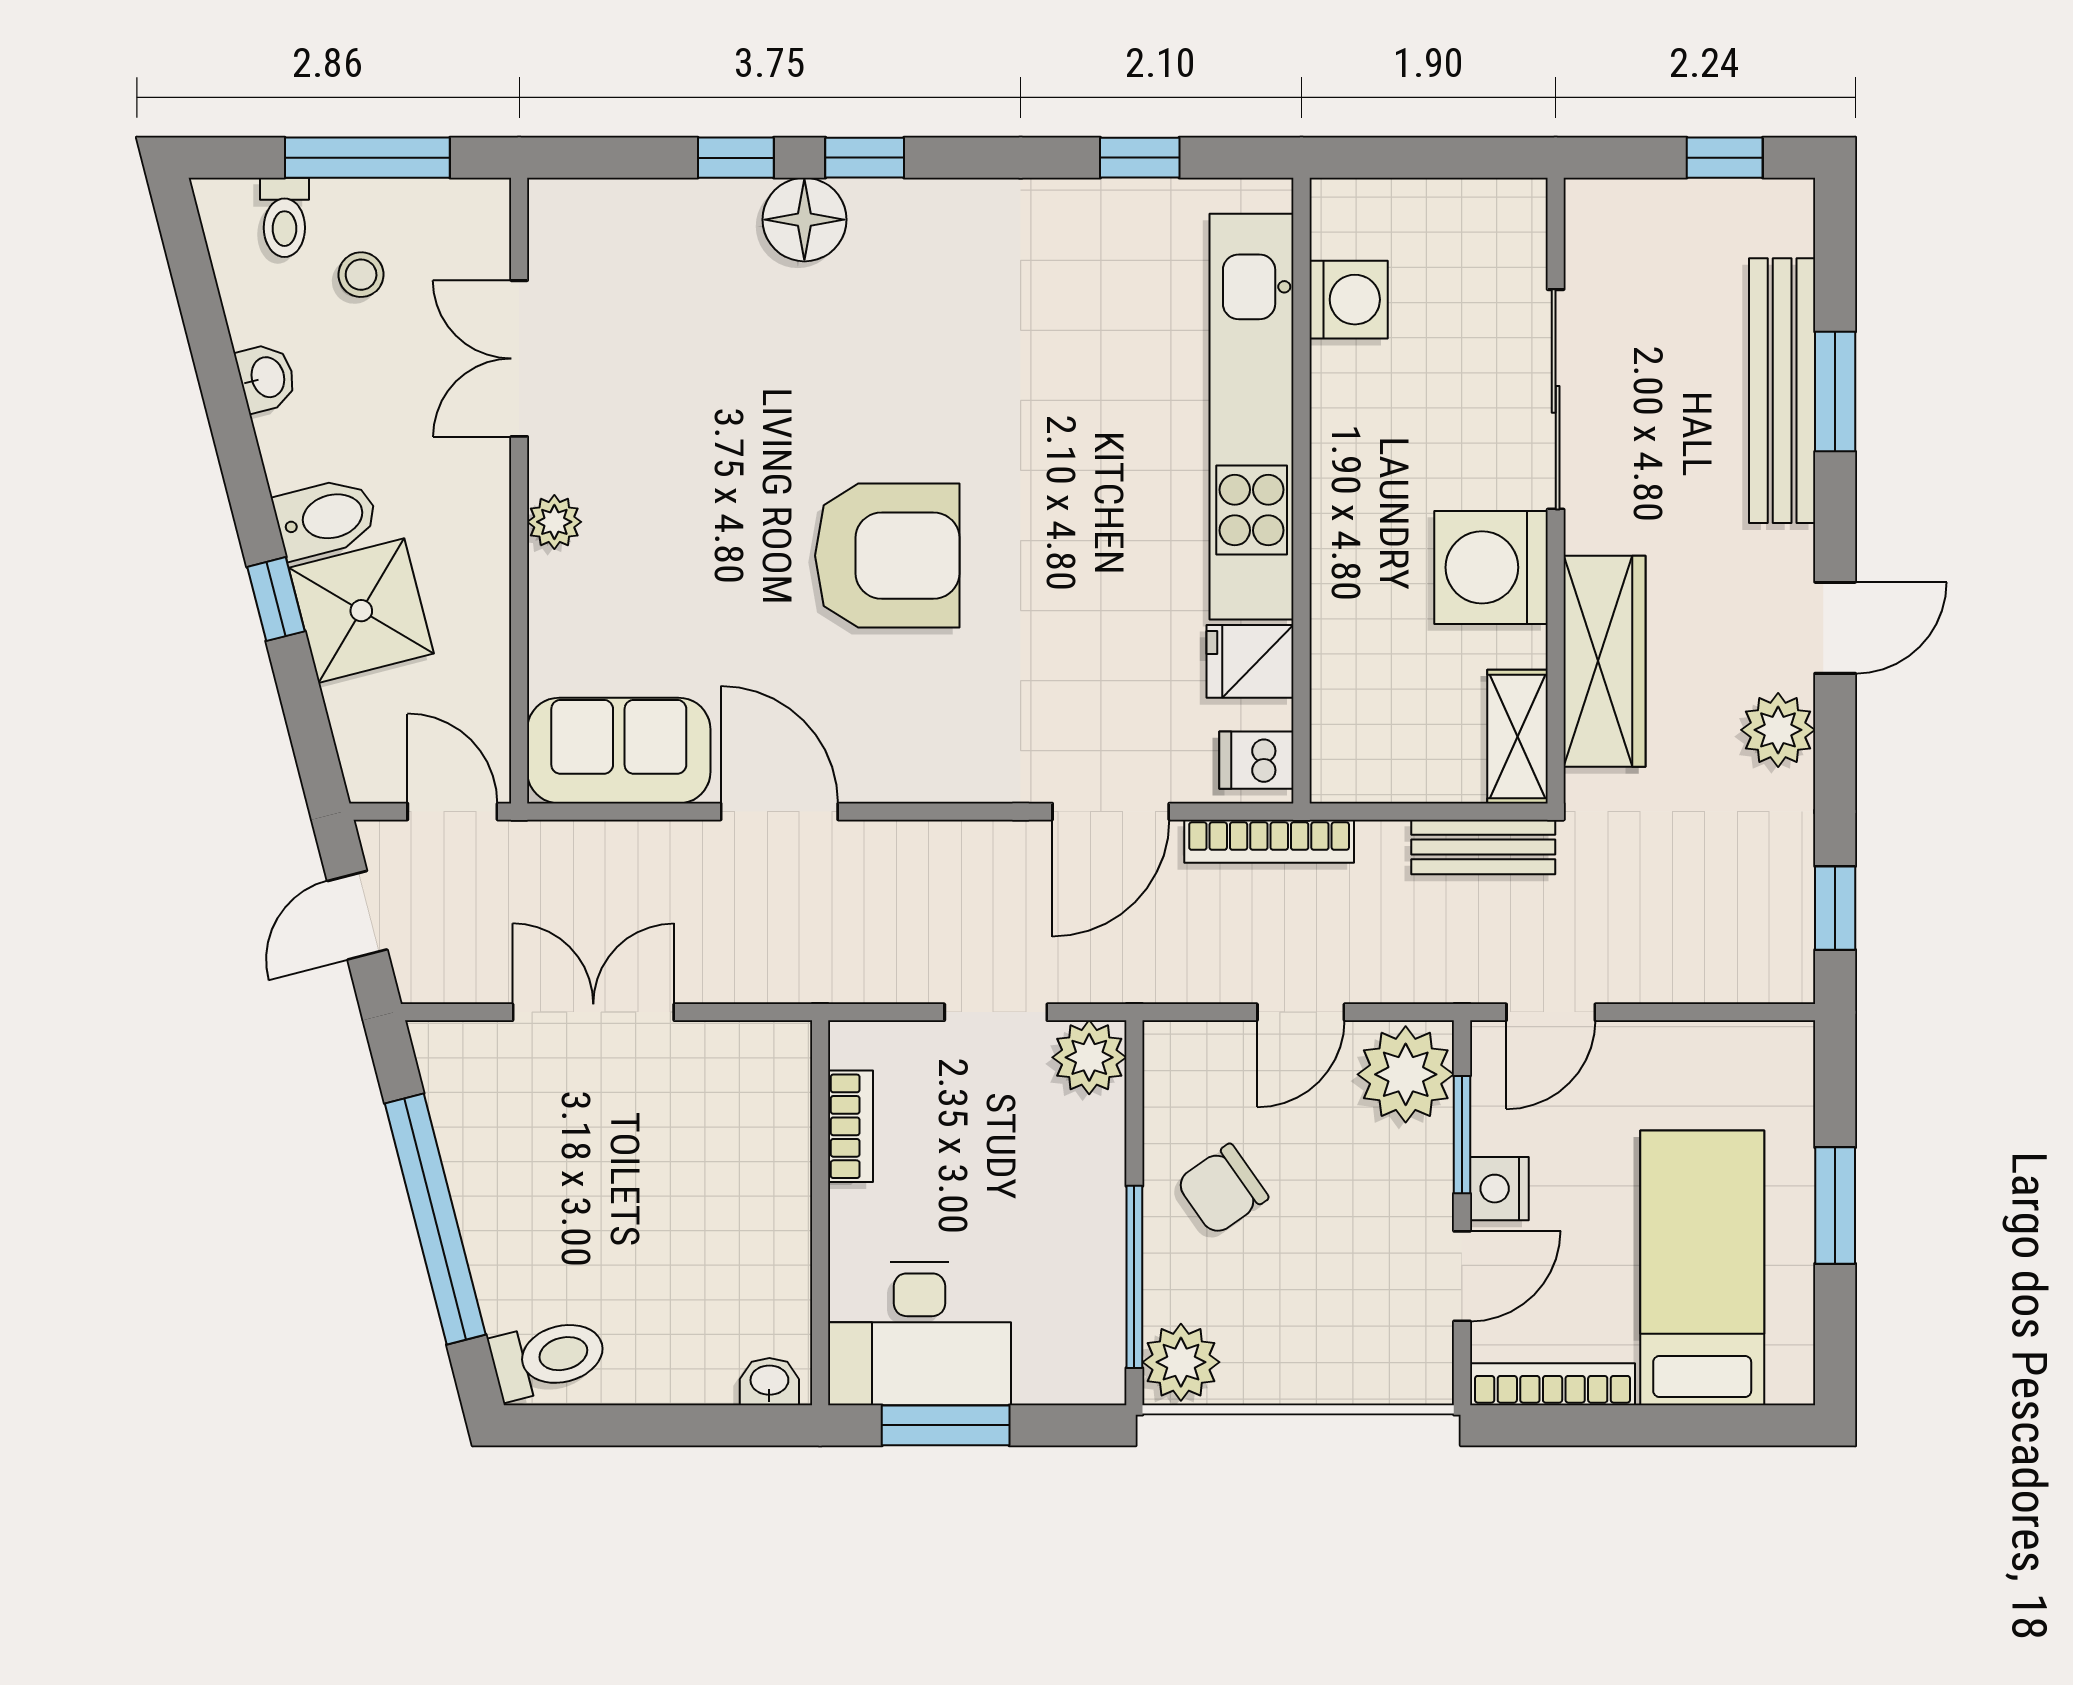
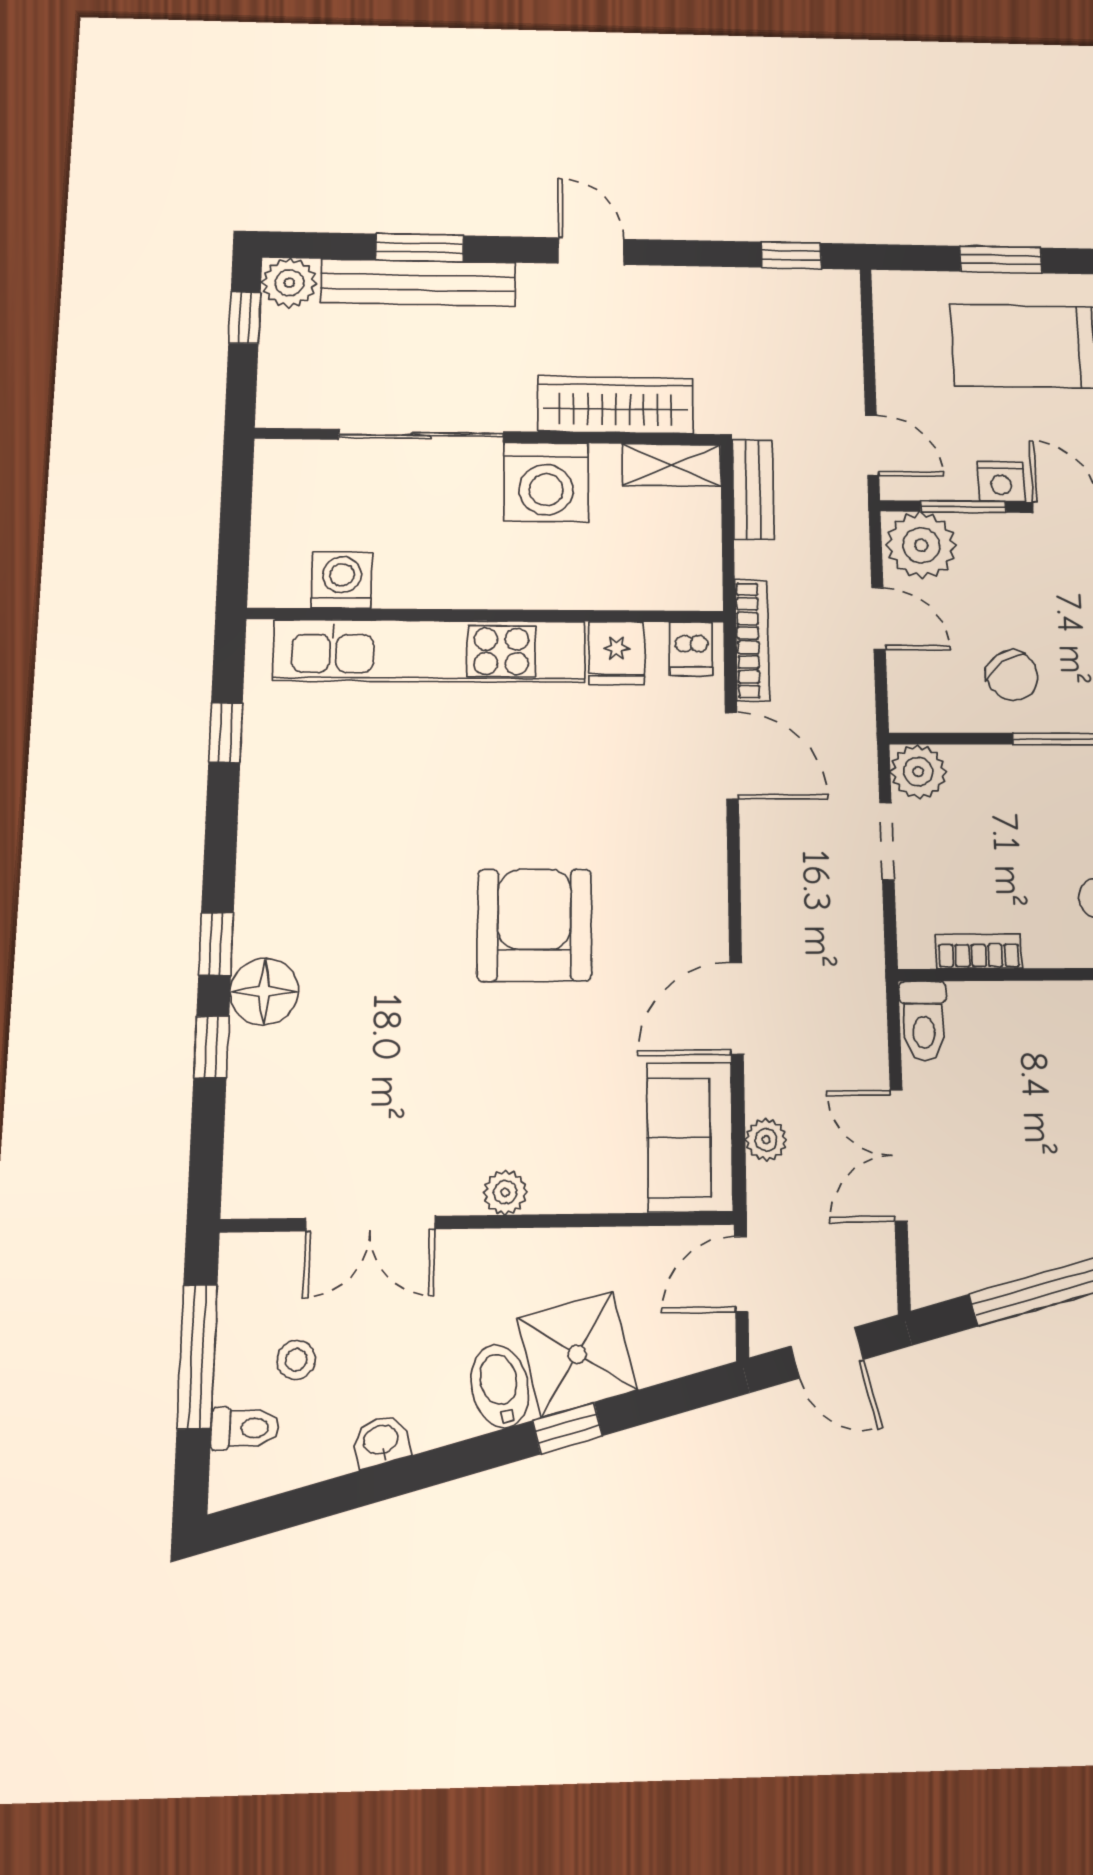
plant: (1778, 730) -> (289, 283), moved
plant: (614, 846) -> (766, 1140), added
toilet: (761, 1051) -> (924, 1021), added

